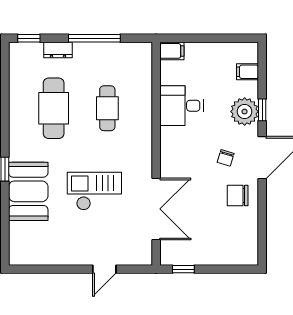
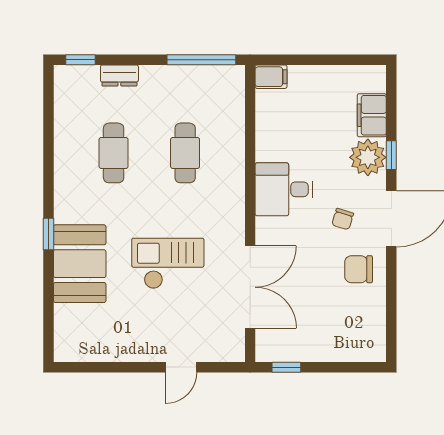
window: (94, 38) -> (201, 60), moved
filing cabinet: (248, 72) -> (372, 115), width x2.00
desk: (182, 106) -> (284, 189), moved
cafe table: (54, 108) -> (114, 153), width x0.73, depth x0.74

